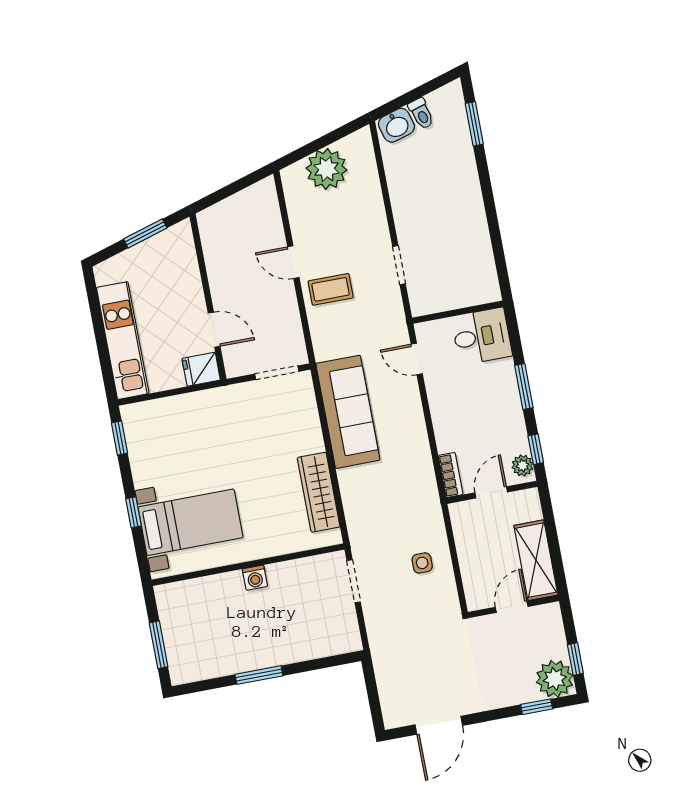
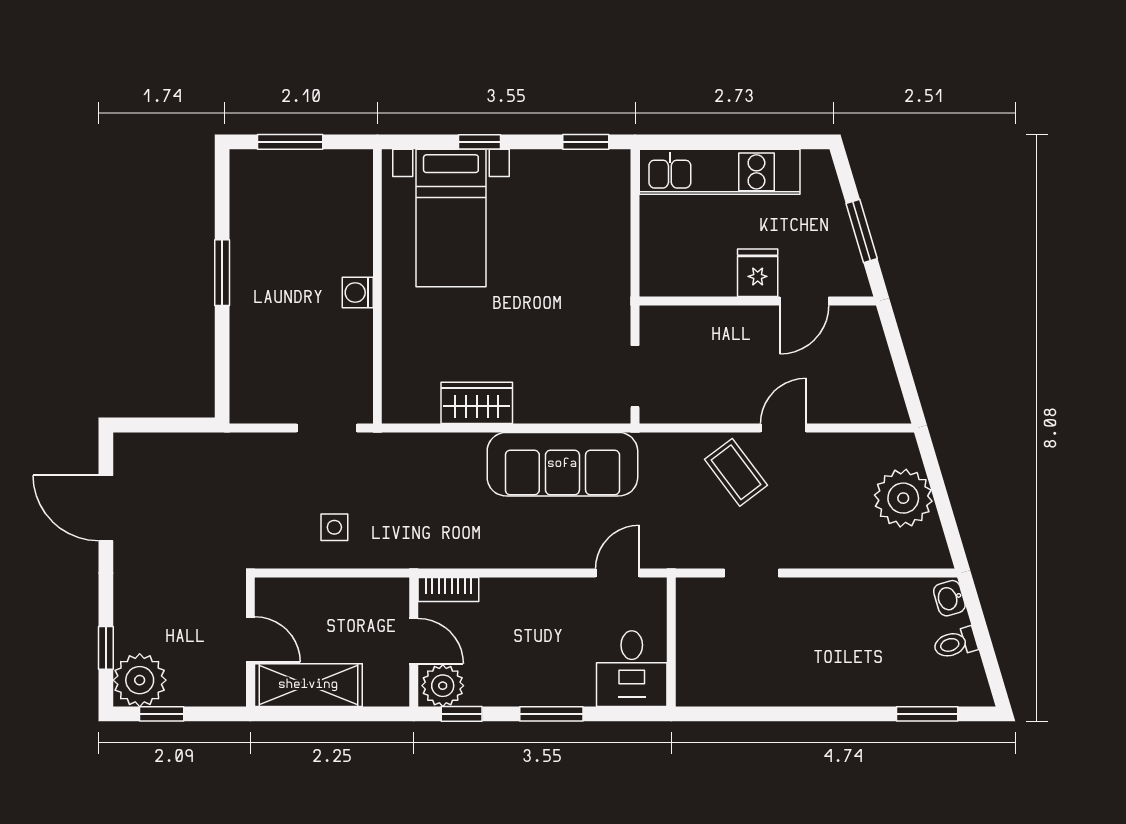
washbasin: (396, 125) -> (949, 598), width x0.72, depth x0.69
coffee table: (331, 289) -> (736, 472), turned -37
door: (214, 330) -> (804, 301), moved
fridge: (201, 369) -> (758, 273), moved
plant: (523, 465) -> (443, 686), width x1.38, depth x1.38
wardrobe: (319, 492) -> (477, 403), width x0.67

